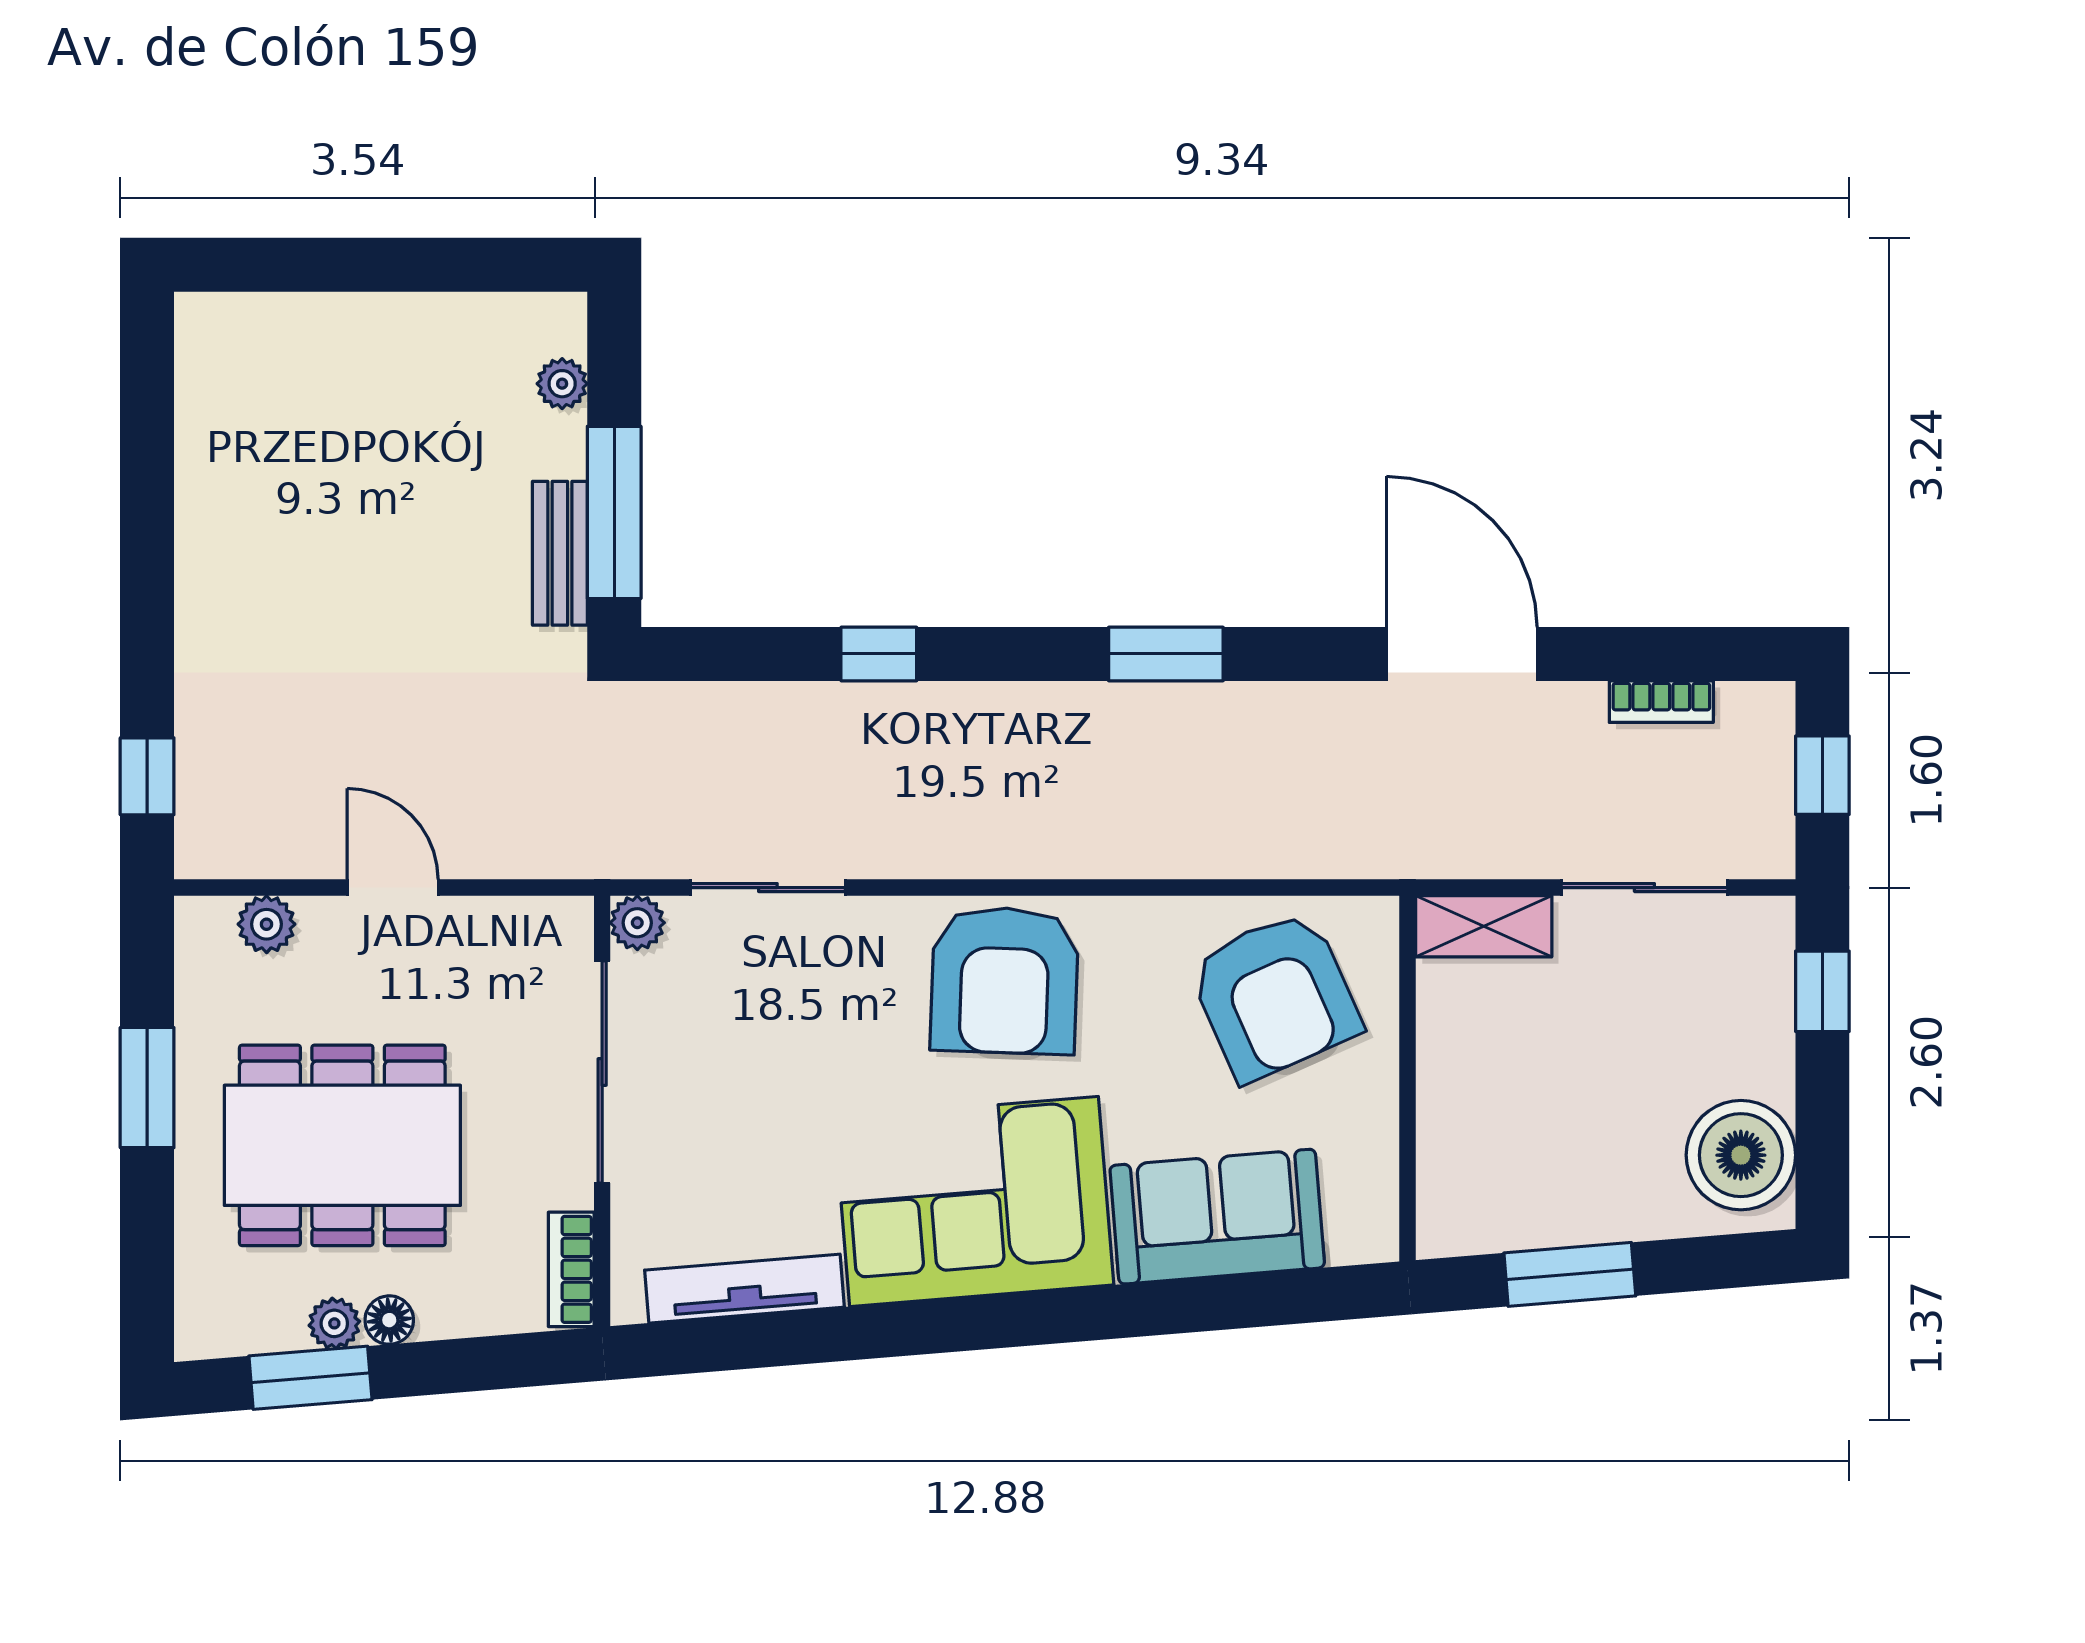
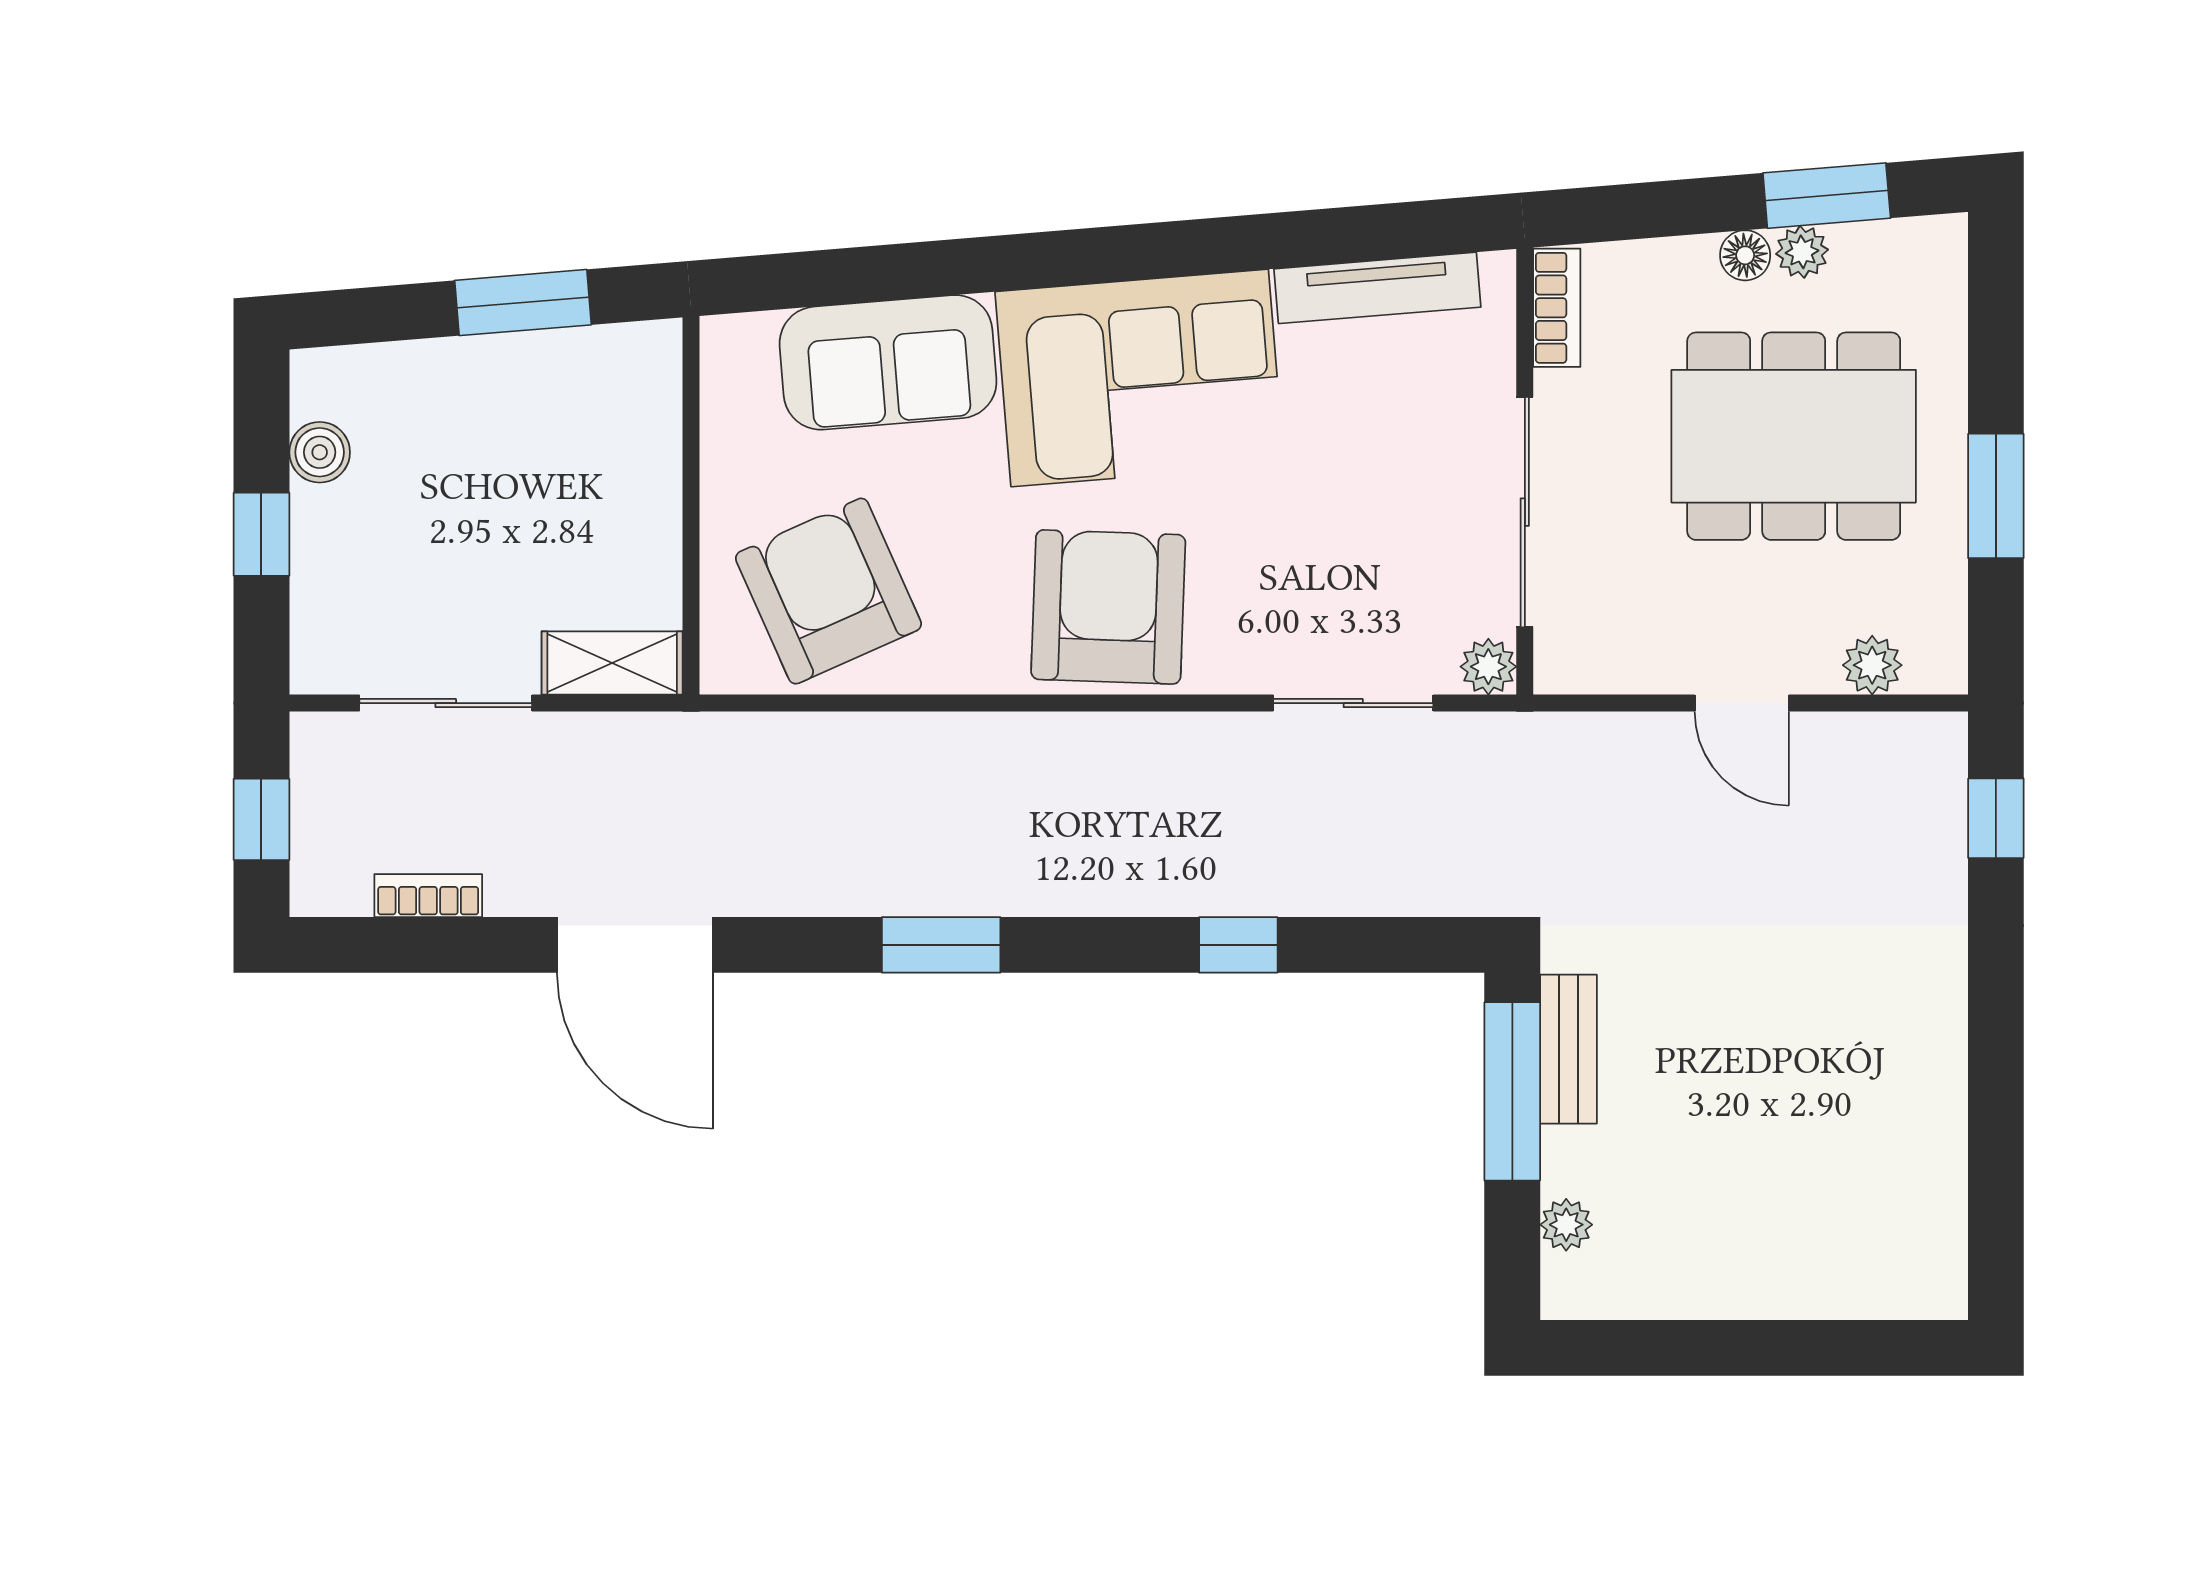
window: (1822, 991) -> (261, 534), moved
boiler: (1741, 1155) -> (320, 452), width x0.54, depth x0.54

